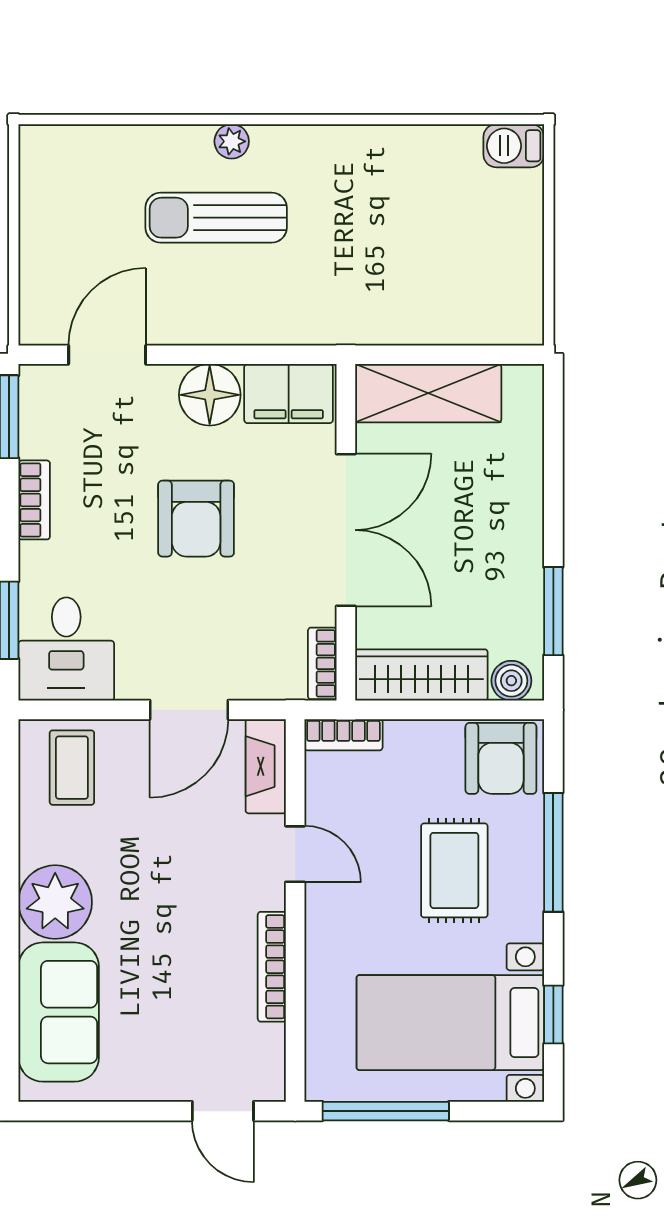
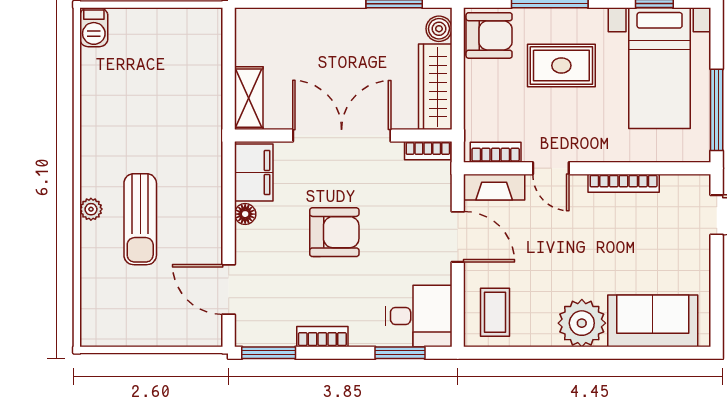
shelving: (428, 393) -> (249, 98), width x0.67, depth x0.75
floor lamp: (210, 395) -> (245, 214), width x0.53, depth x0.53
bookcase: (343, 735) -> (496, 152), moved, turned -90
coffee table: (72, 768) -> (495, 312), turned 90
door: (295, 854) -> (551, 168), swing flipped

